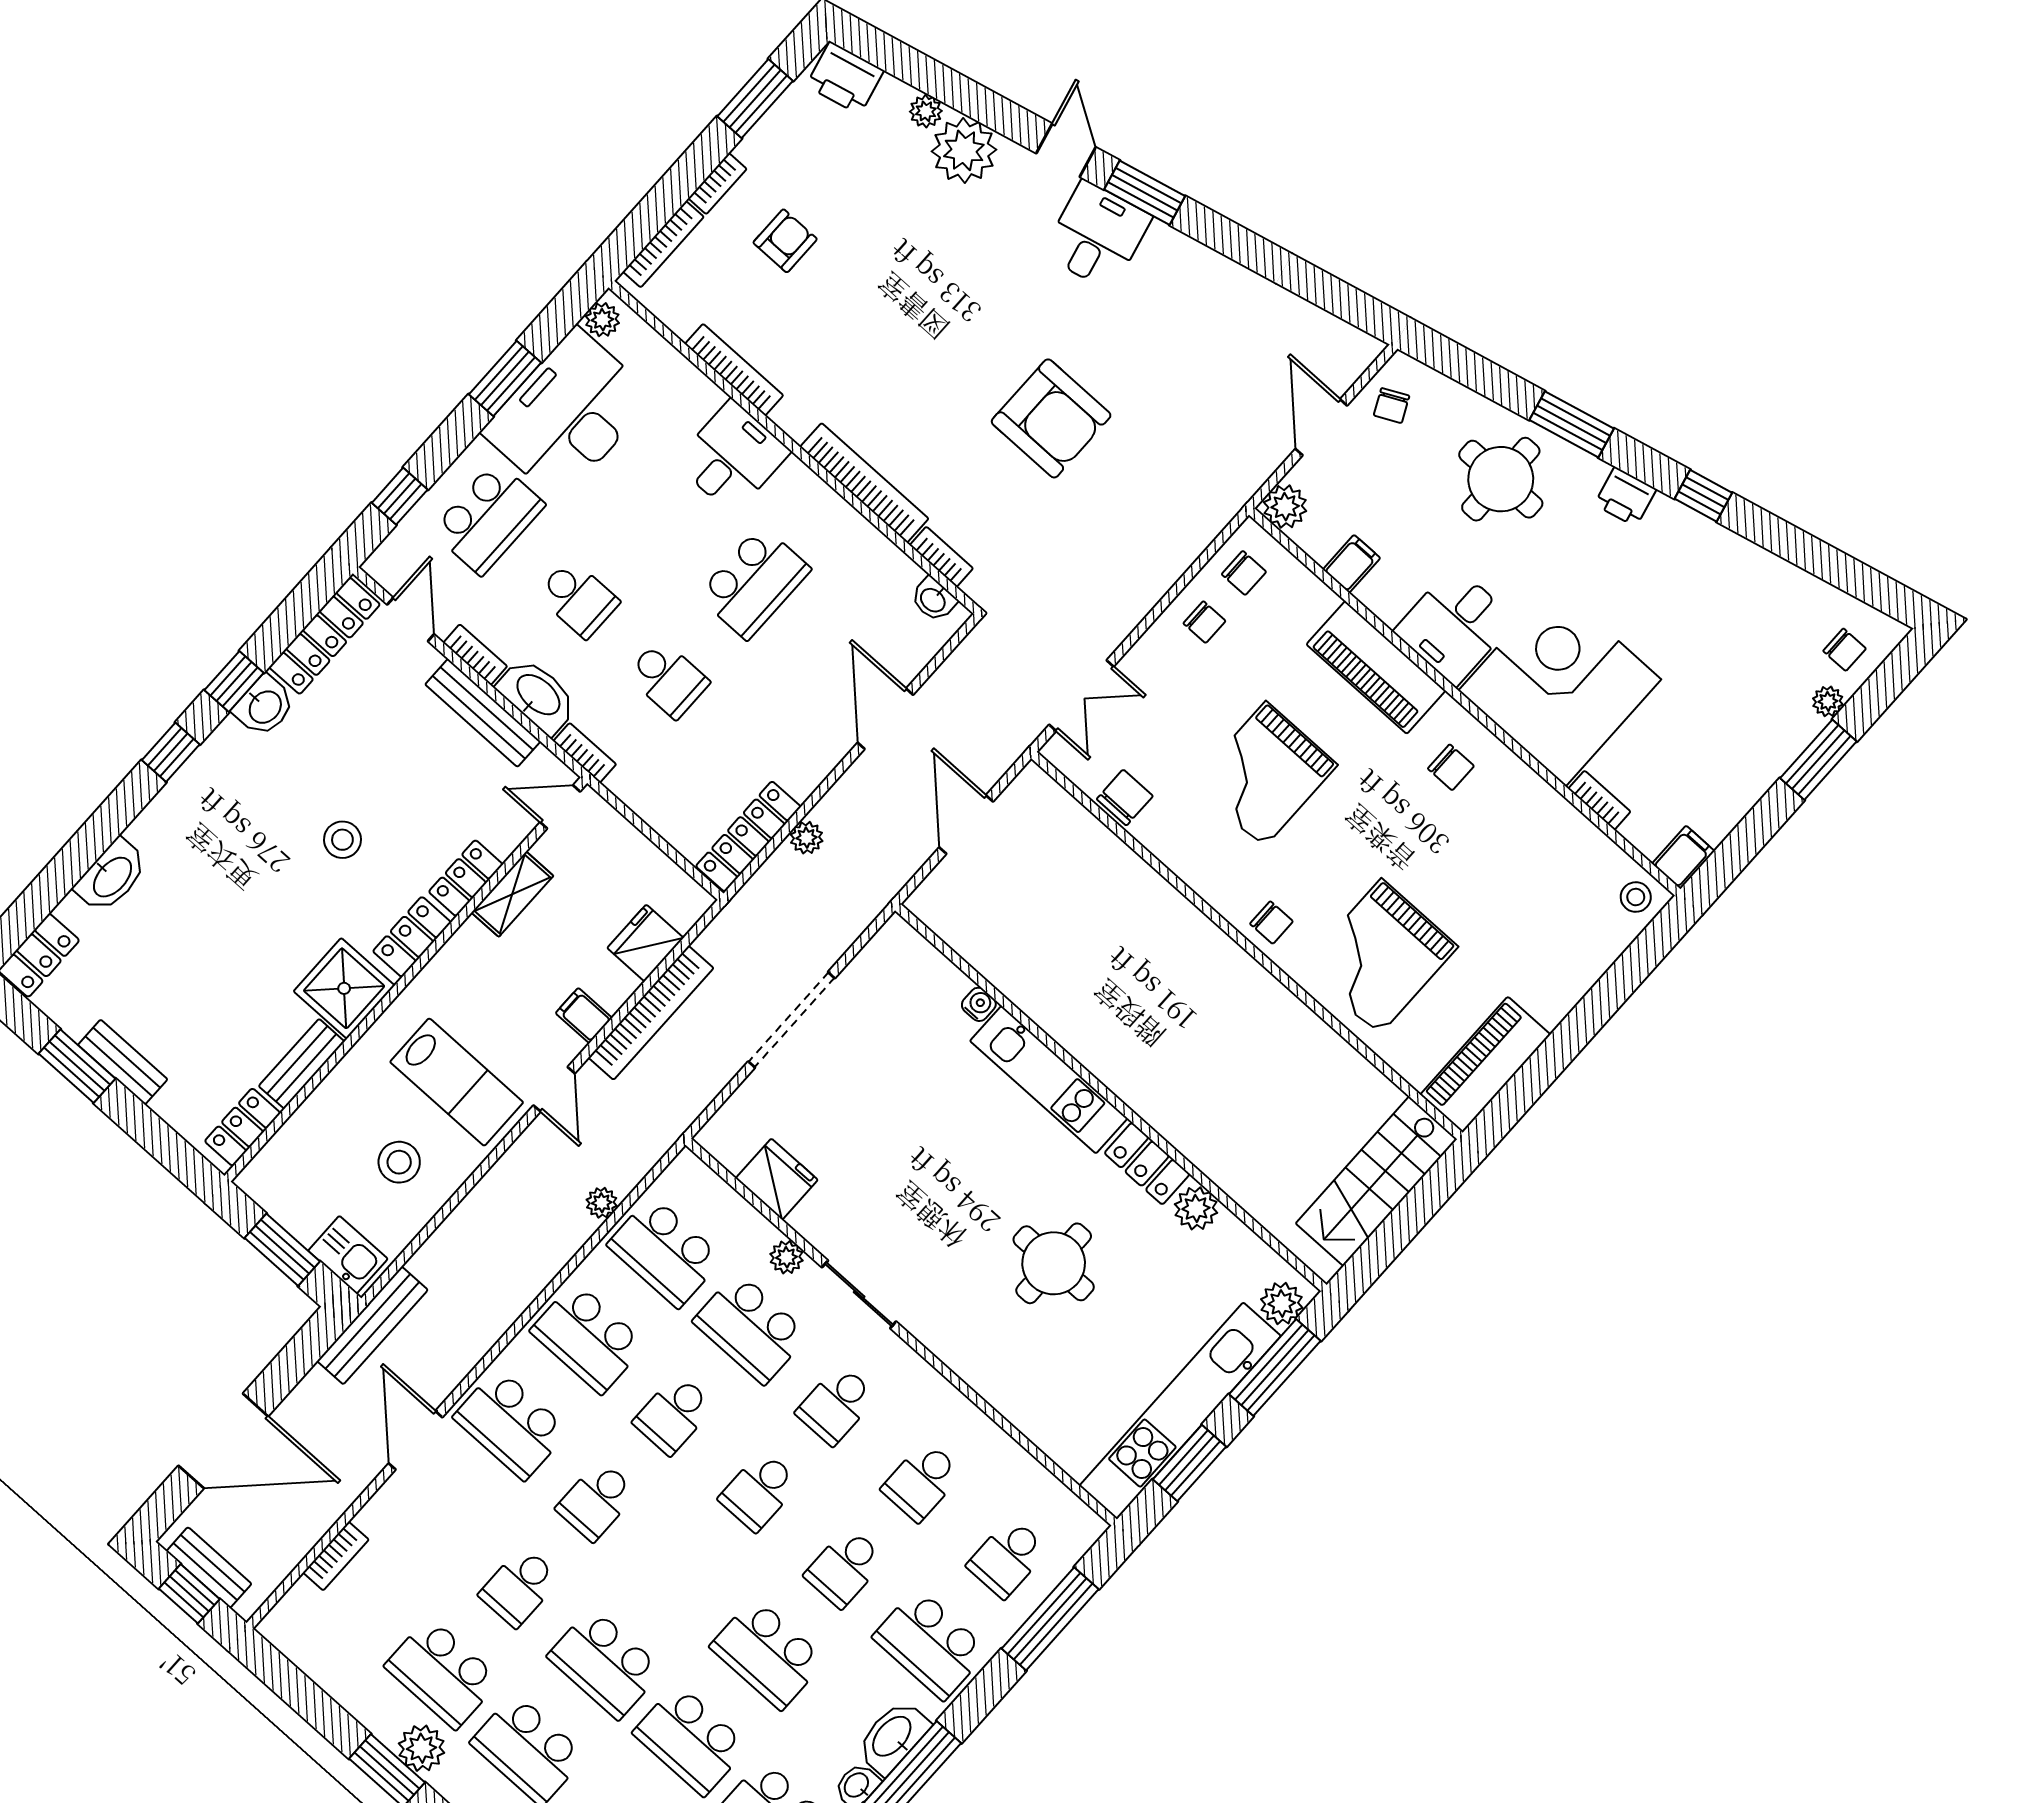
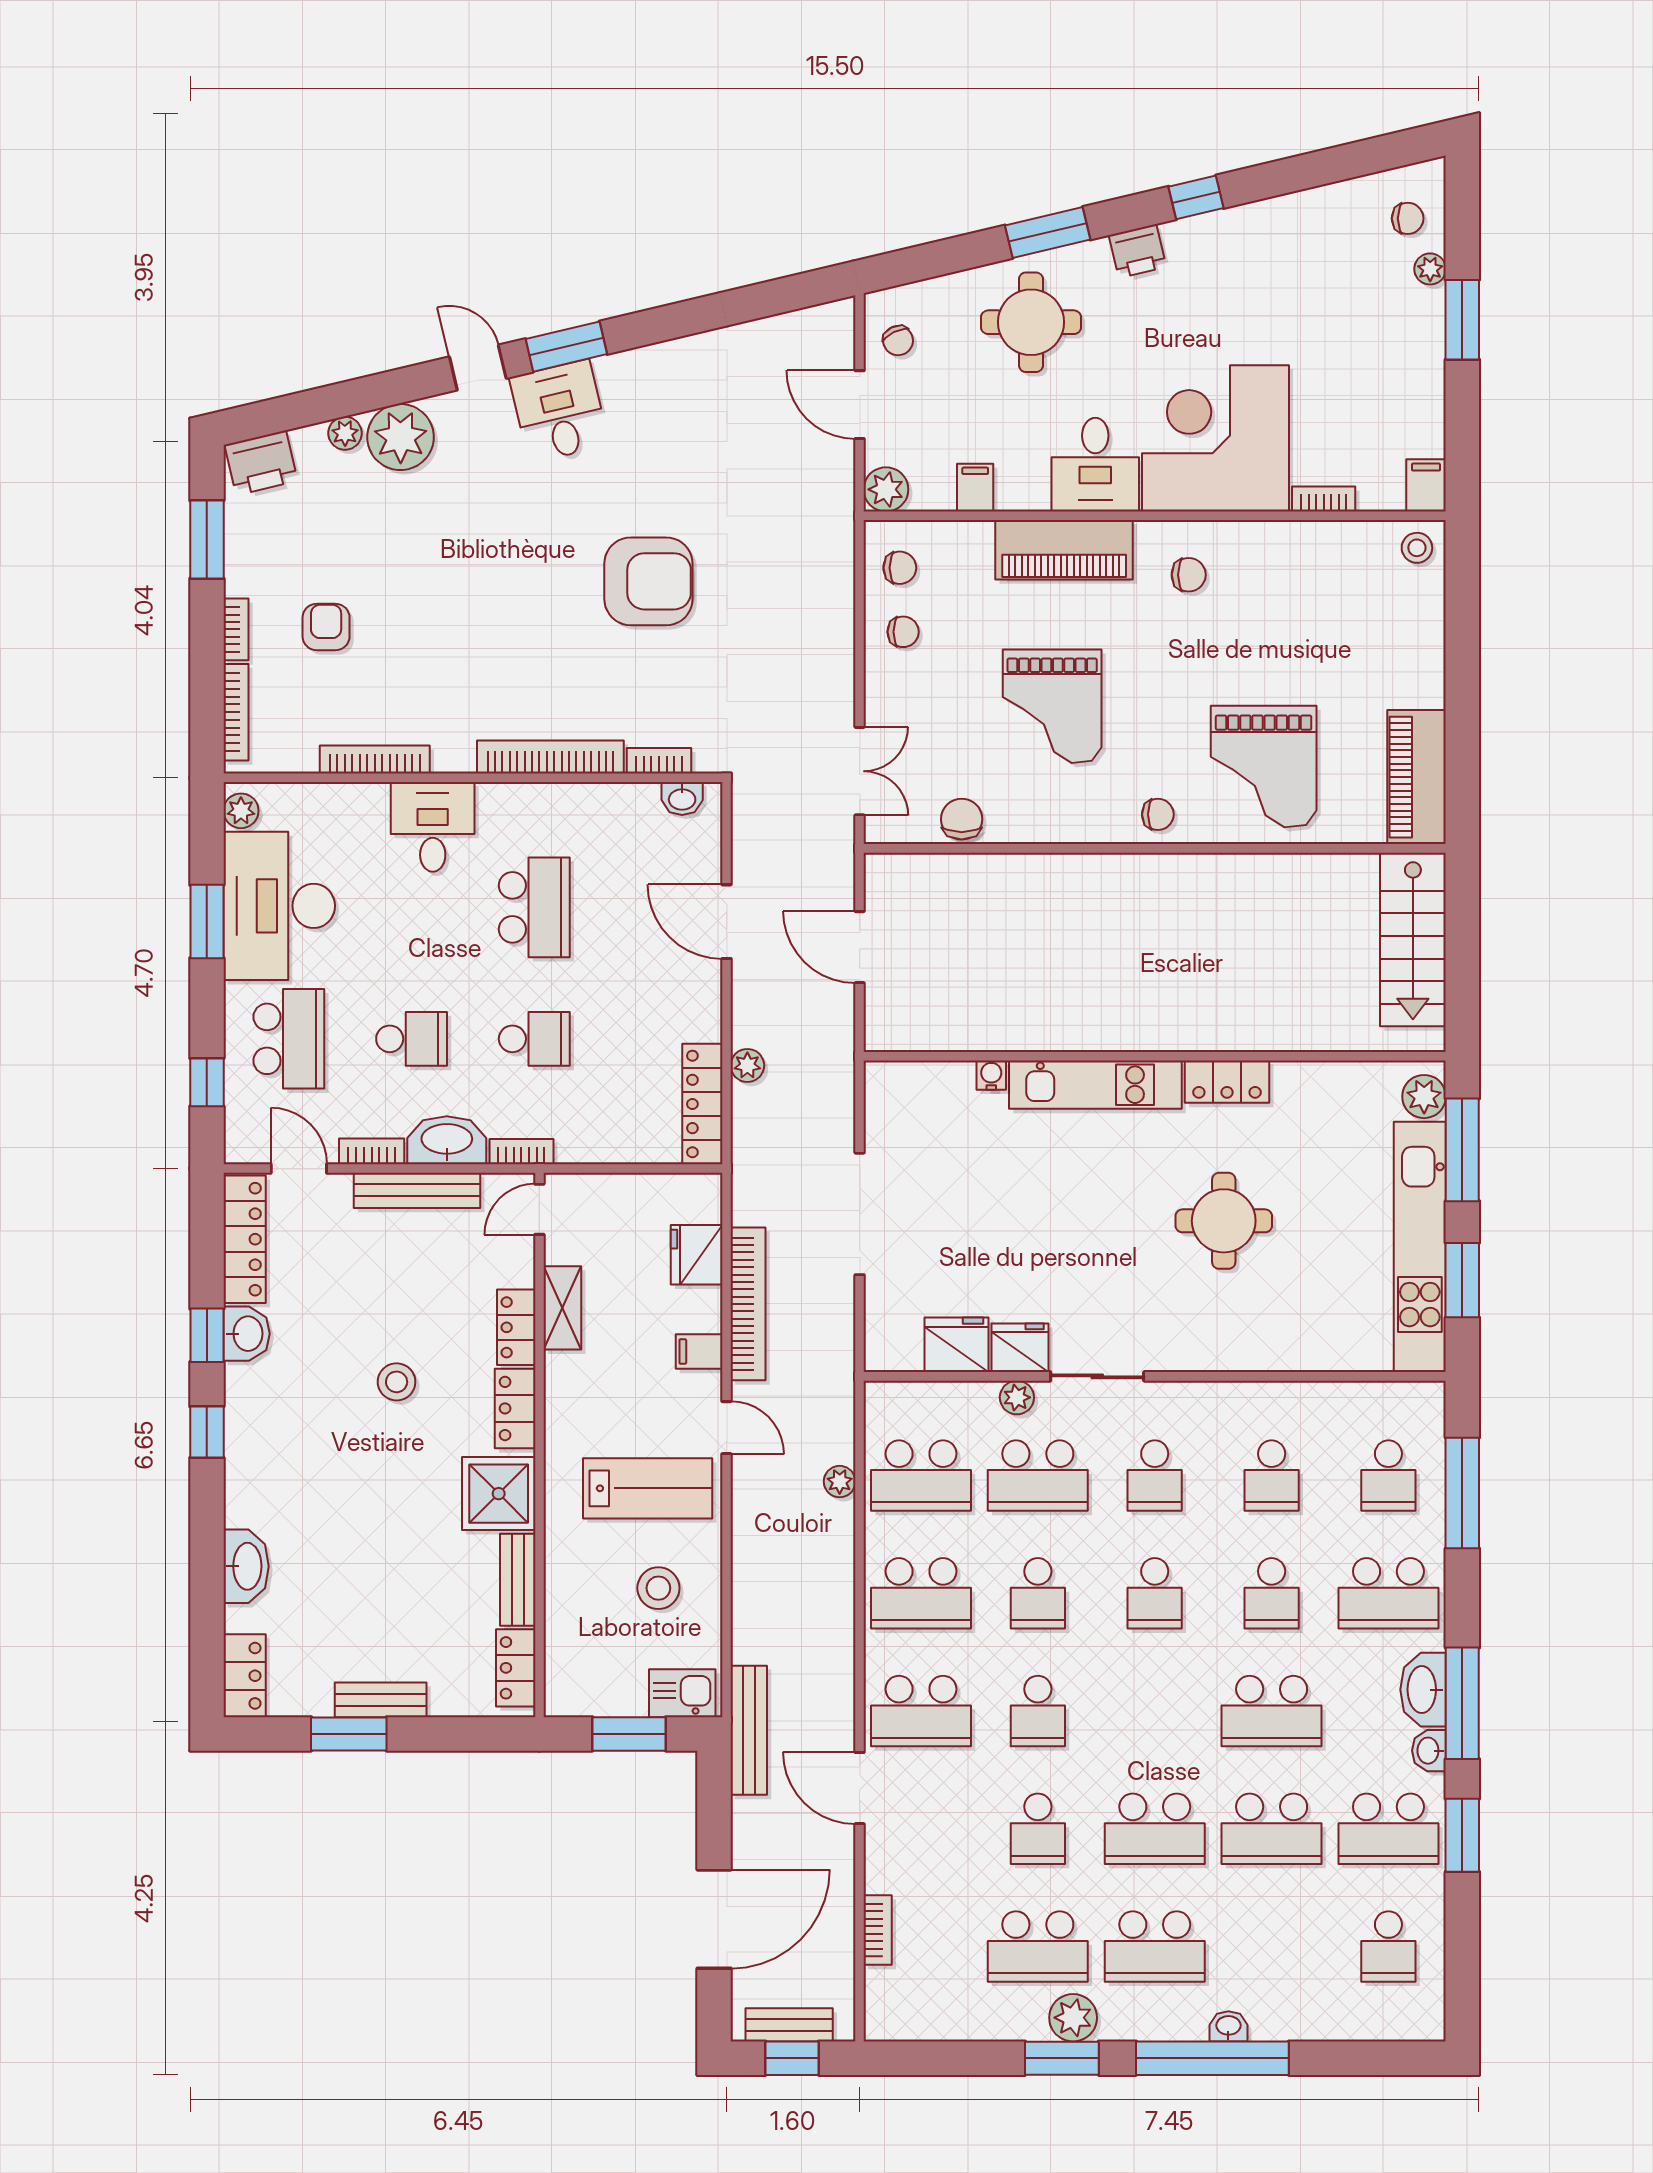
plant: (1196, 1208) -> (1295, 1083), removed
fridge: (821, 1223) -> (1020, 1348), added

